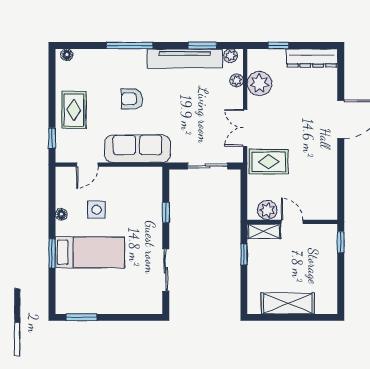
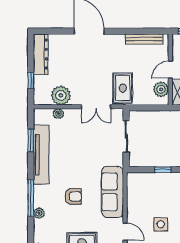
plant: (230, 56) -> (39, 213), moved
armchair: (132, 99) -> (73, 196), turned -90
bench: (331, 189) -> (144, 39), added

